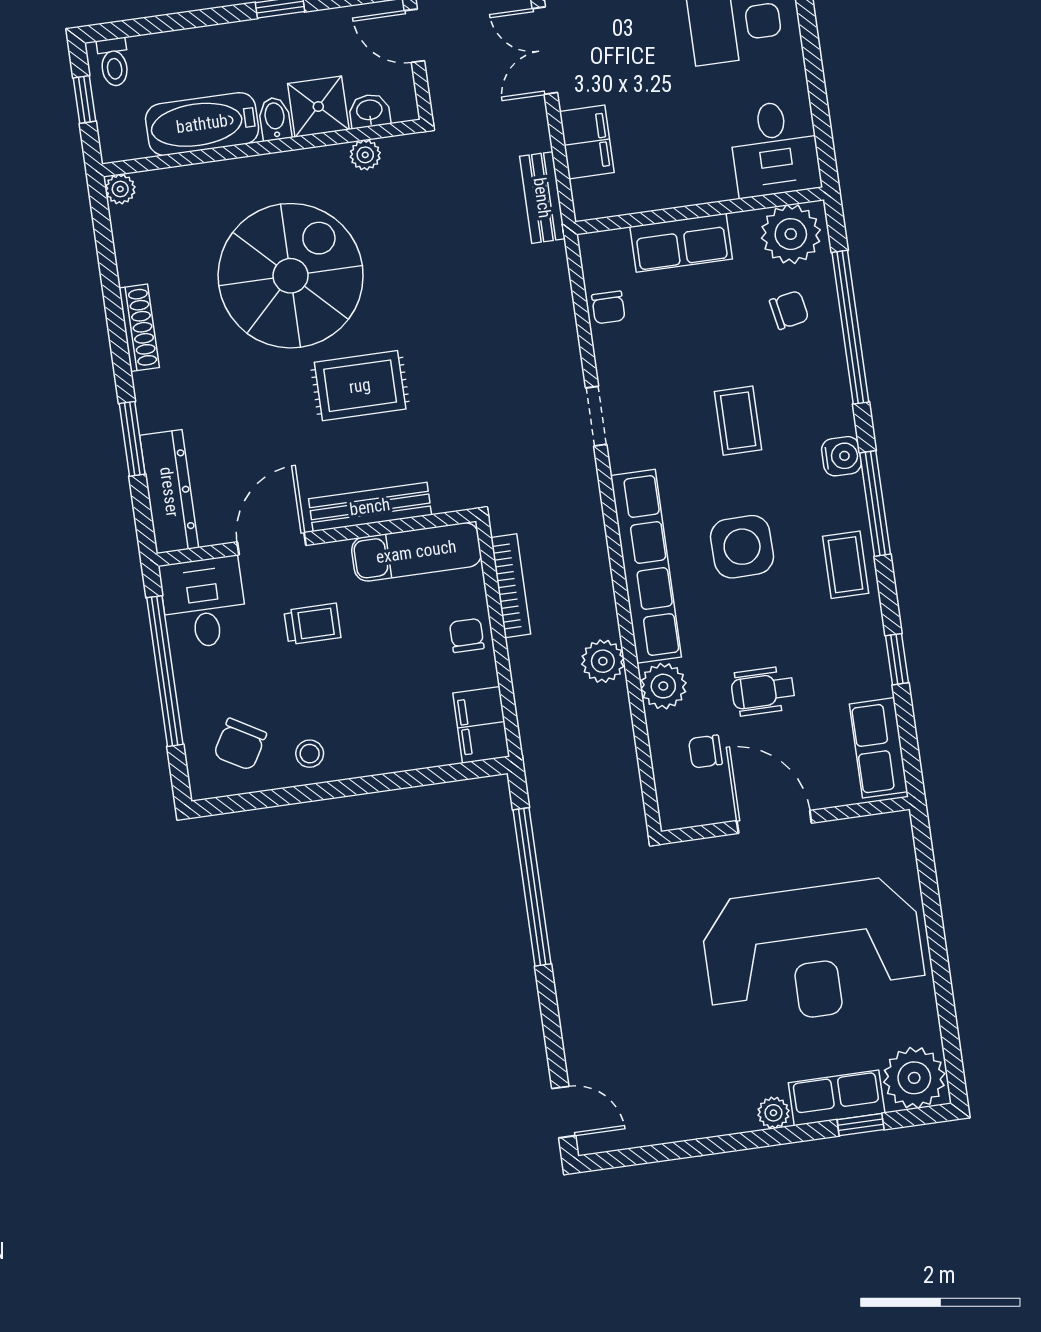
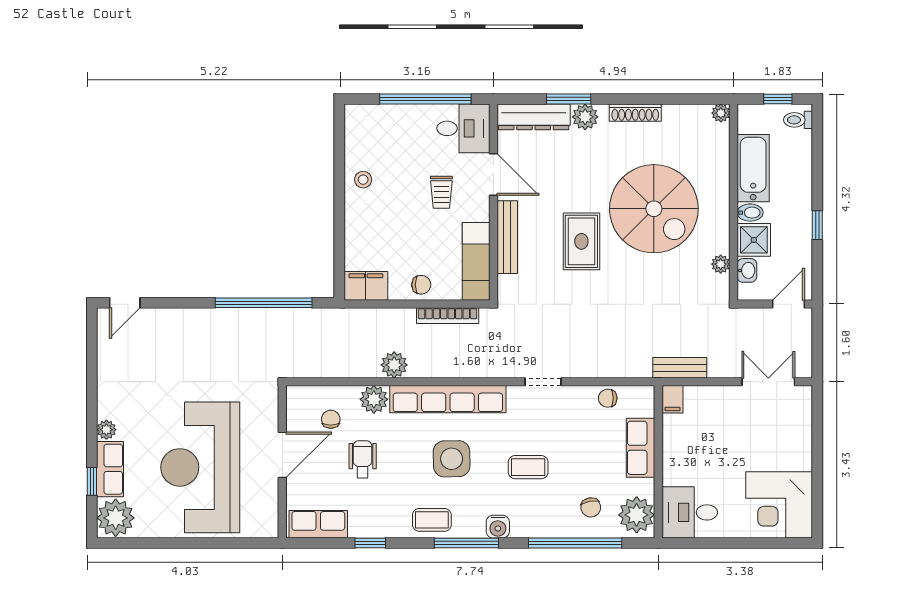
filing cabinet: (587, 142) -> (672, 399), moved, width x0.50
plant: (157, 408) -> (585, 117), added
chair: (240, 744) -> (375, 138), removed

